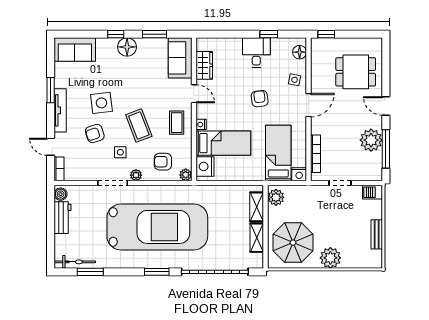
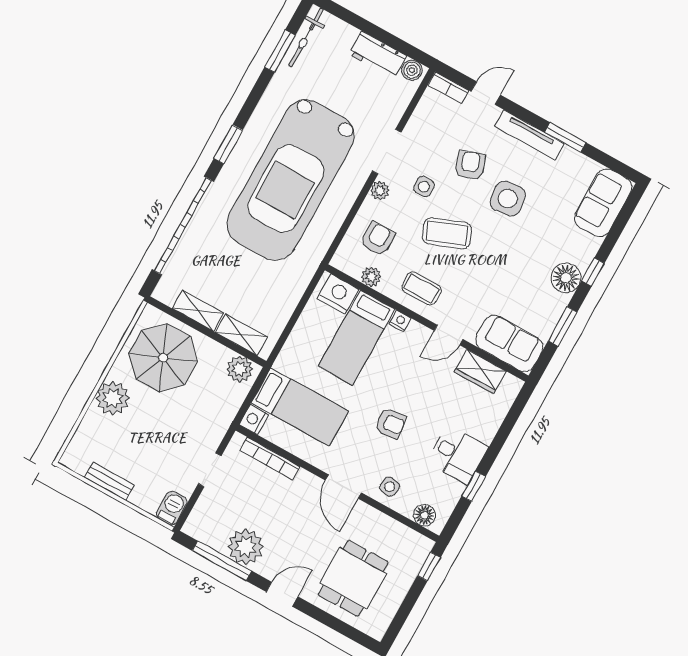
plant: (186, 175) -> (371, 277), moved

